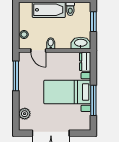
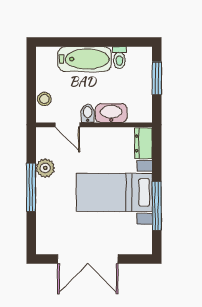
washbasin: (81, 43) -> (111, 113), moved
window: (16, 76) -> (31, 187), moved
plant: (25, 114) -> (45, 168), moved

